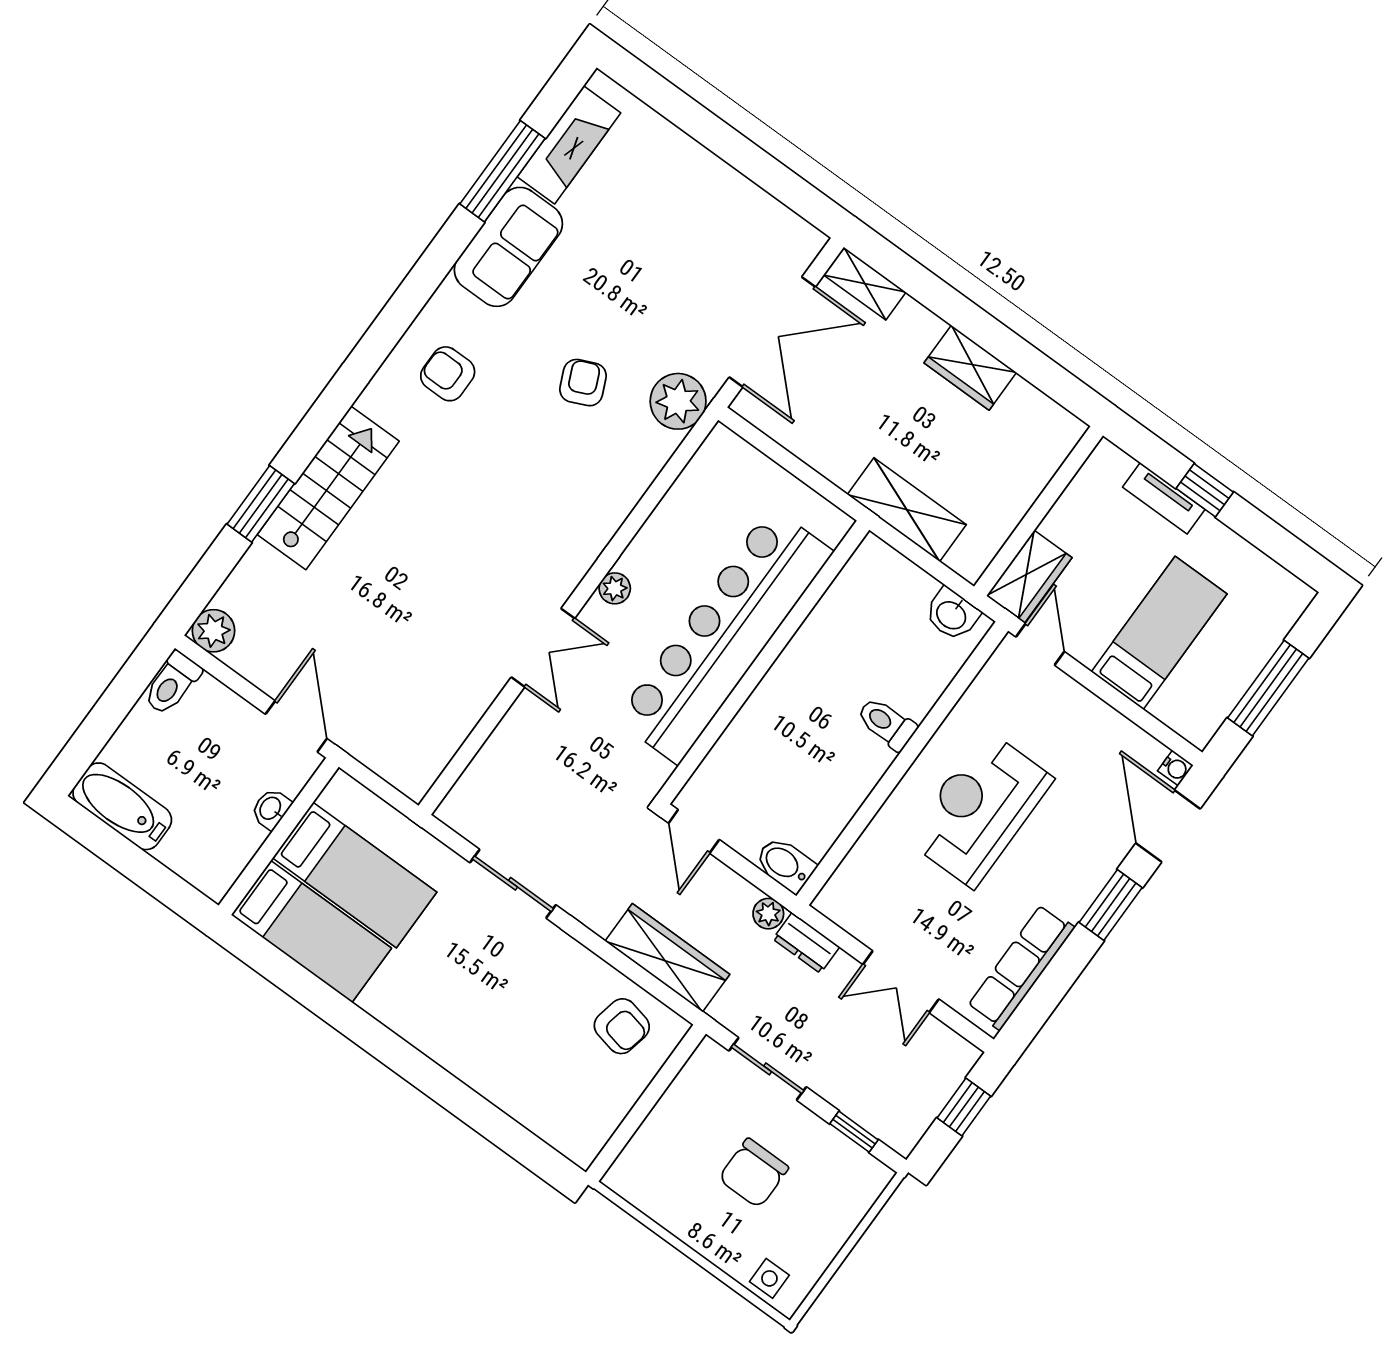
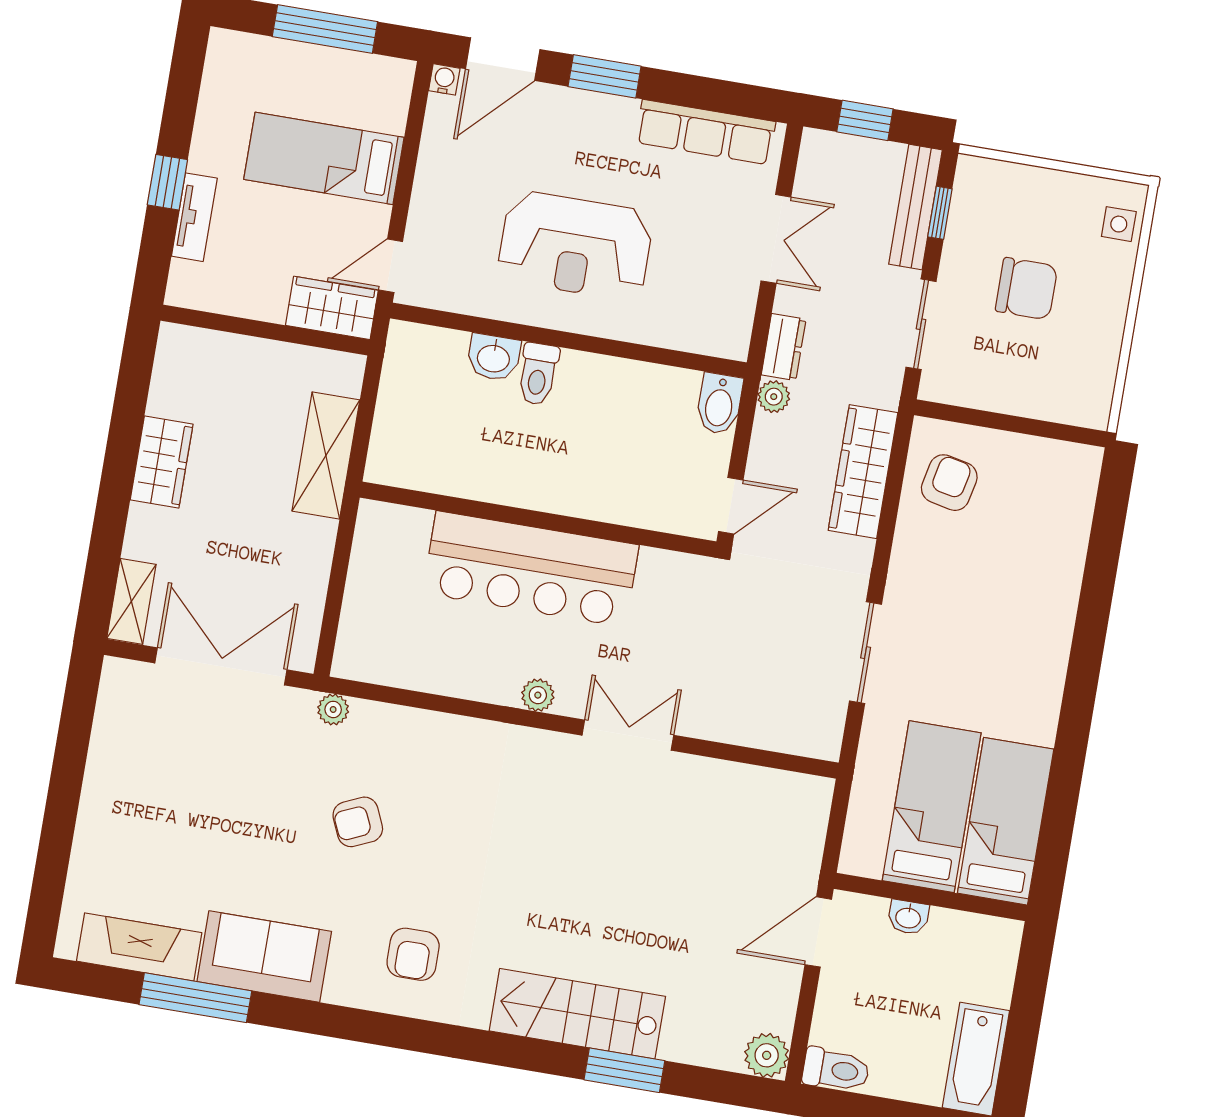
plant: (678, 401) -> (333, 709), width x0.53, depth x0.53
washbasin: (952, 614) -> (494, 357), moved, turned 90
bar counter: (724, 635) -> (531, 569), width x0.73
bench: (869, 1113) -> (915, 207), added

